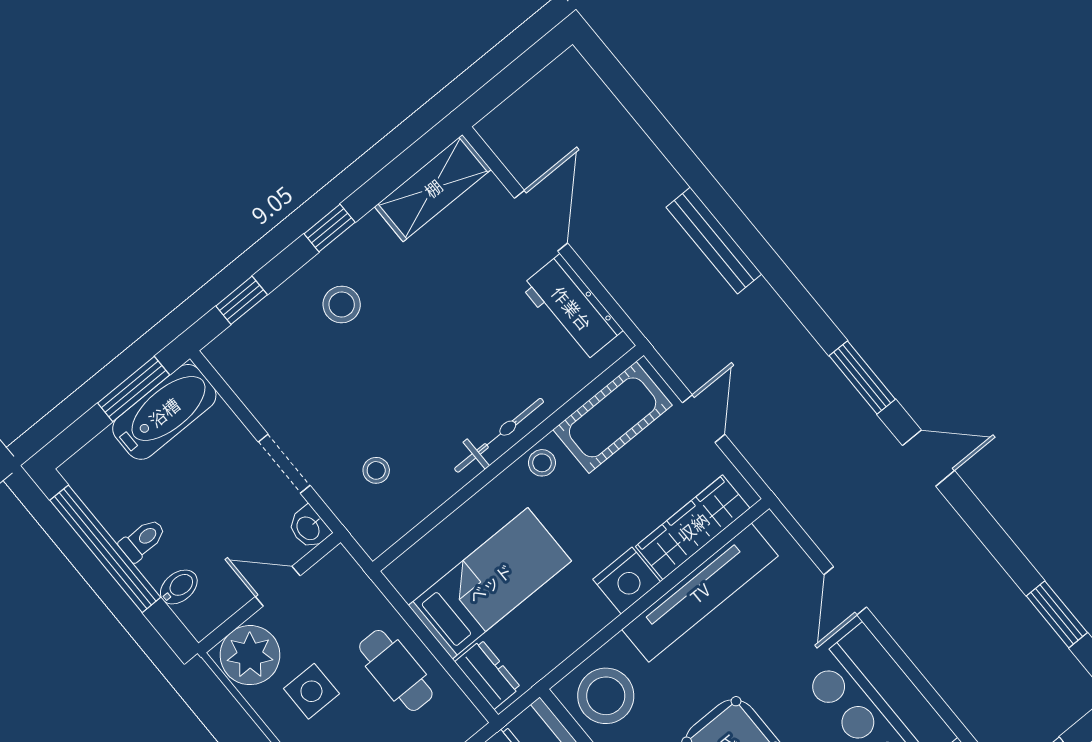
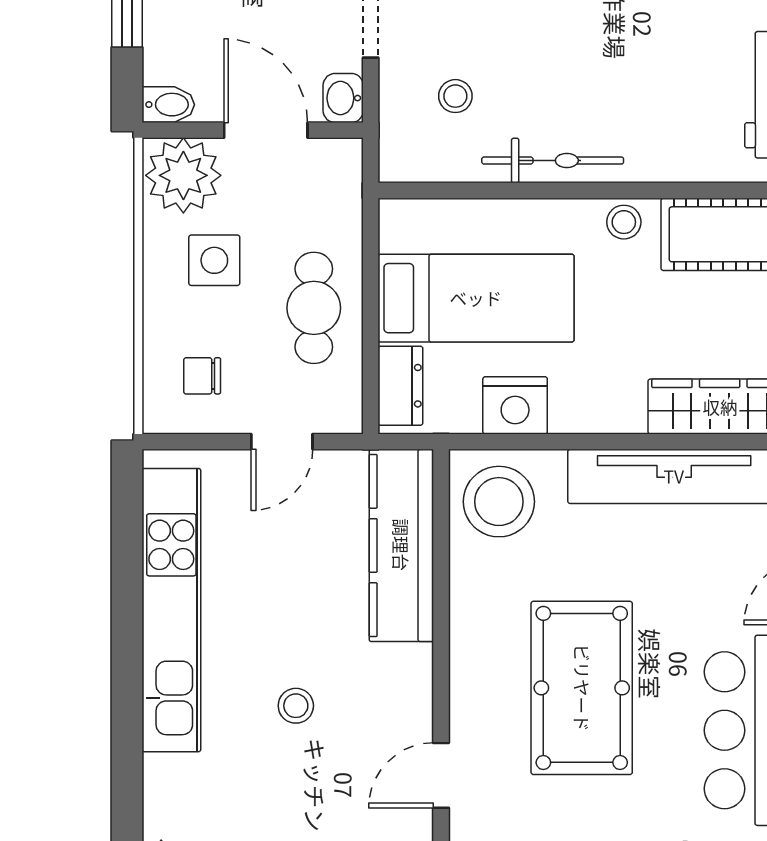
bicycle: (499, 435) -> (553, 161), moved
nightstand: (627, 580) -> (515, 405), moved
door: (278, 586) -> (266, 130), width x1.38
bidet: (179, 587) -> (168, 105), moved

